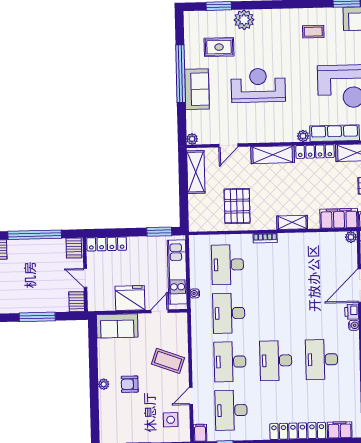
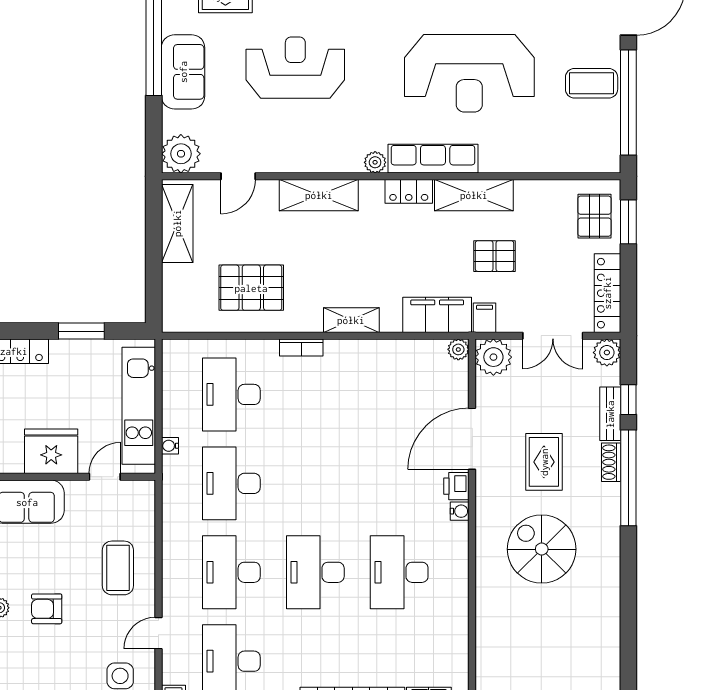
plant: (192, 139) -> (181, 154), width x1.88, depth x1.88
locker: (315, 152) -> (409, 191), width x0.66
pallet: (237, 206) -> (251, 288), turned 90
window: (159, 232) -> (81, 331), moved
coffee table: (168, 361) -> (118, 568), turned 70

